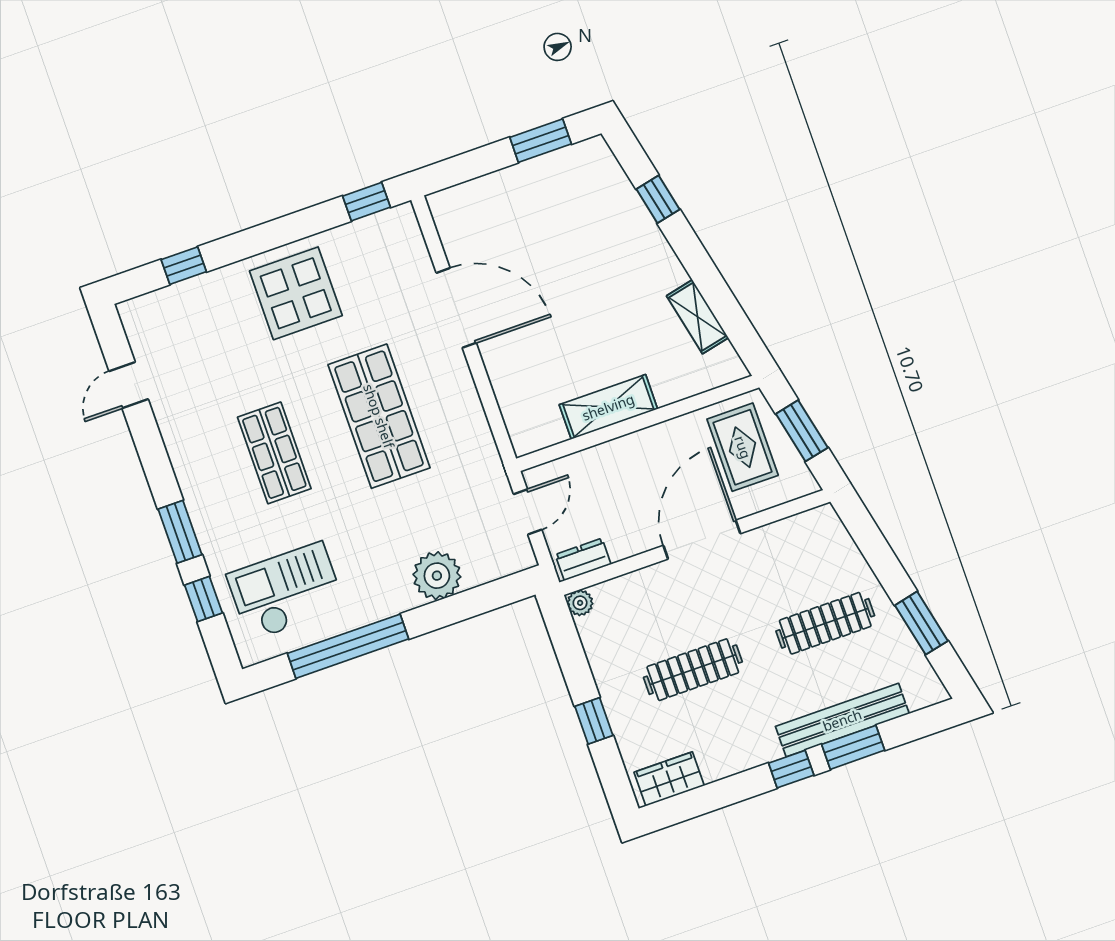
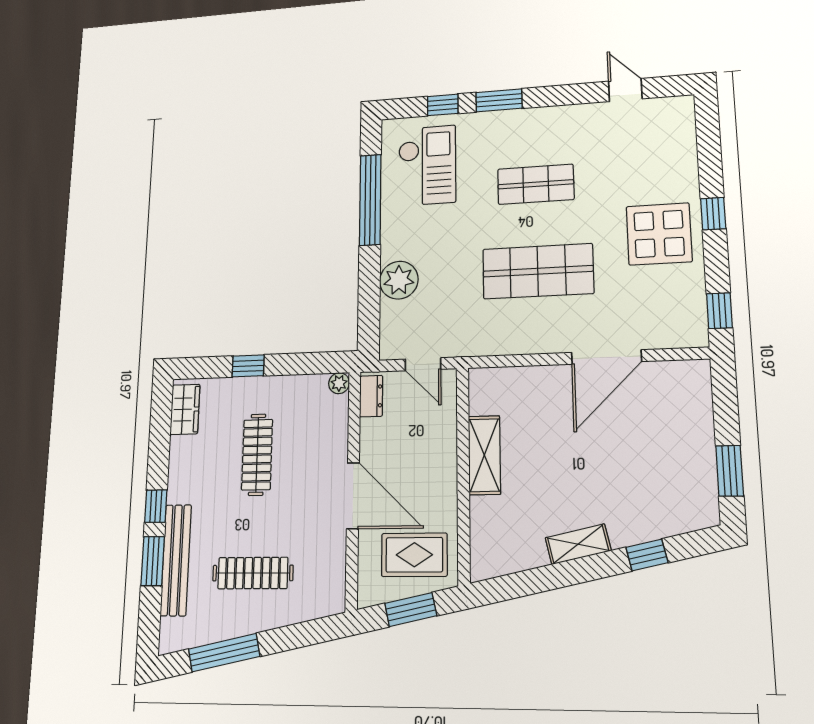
window: (184, 266) -> (713, 214), moved
shelving: (697, 317) -> (578, 544), moved
clothes rail: (825, 623) -> (253, 573), turned 90
window: (921, 623) -> (224, 653), width x1.44

